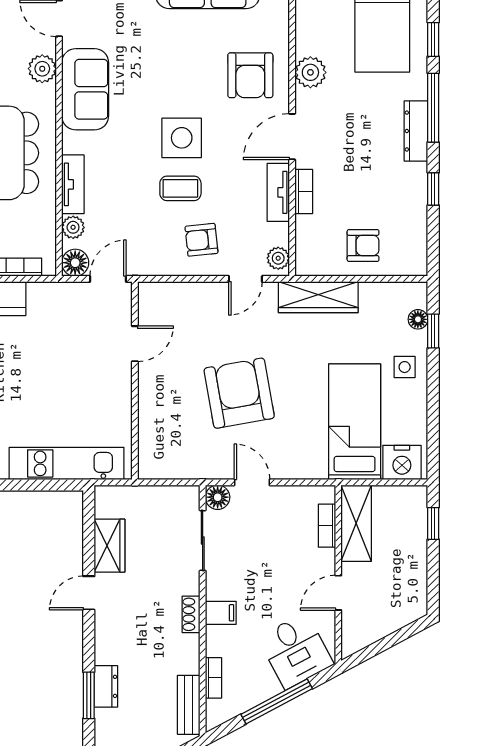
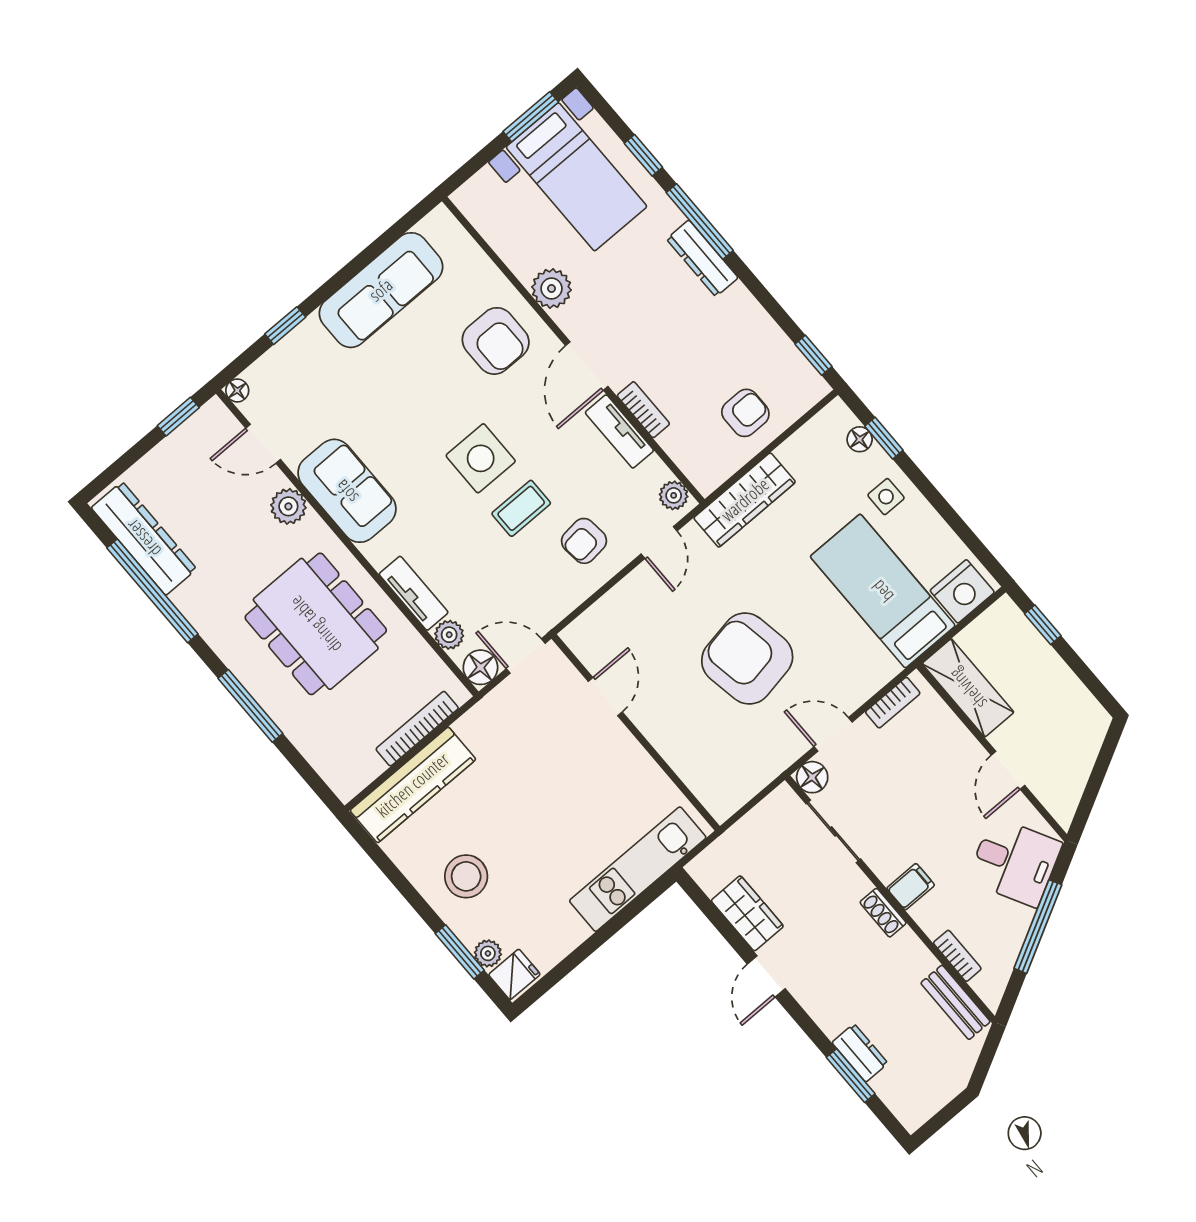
window: (433, 189) -> (813, 355), moved
door: (108, 279) -> (526, 656), hinge flipped
bookcase: (327, 526) -> (893, 703), moved, turned -90

